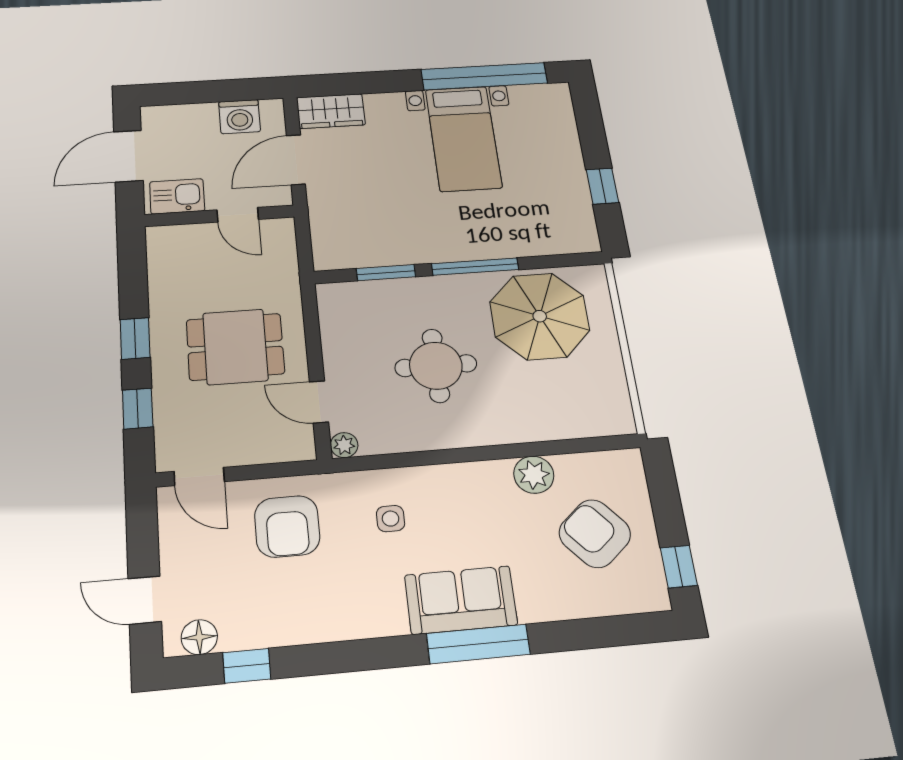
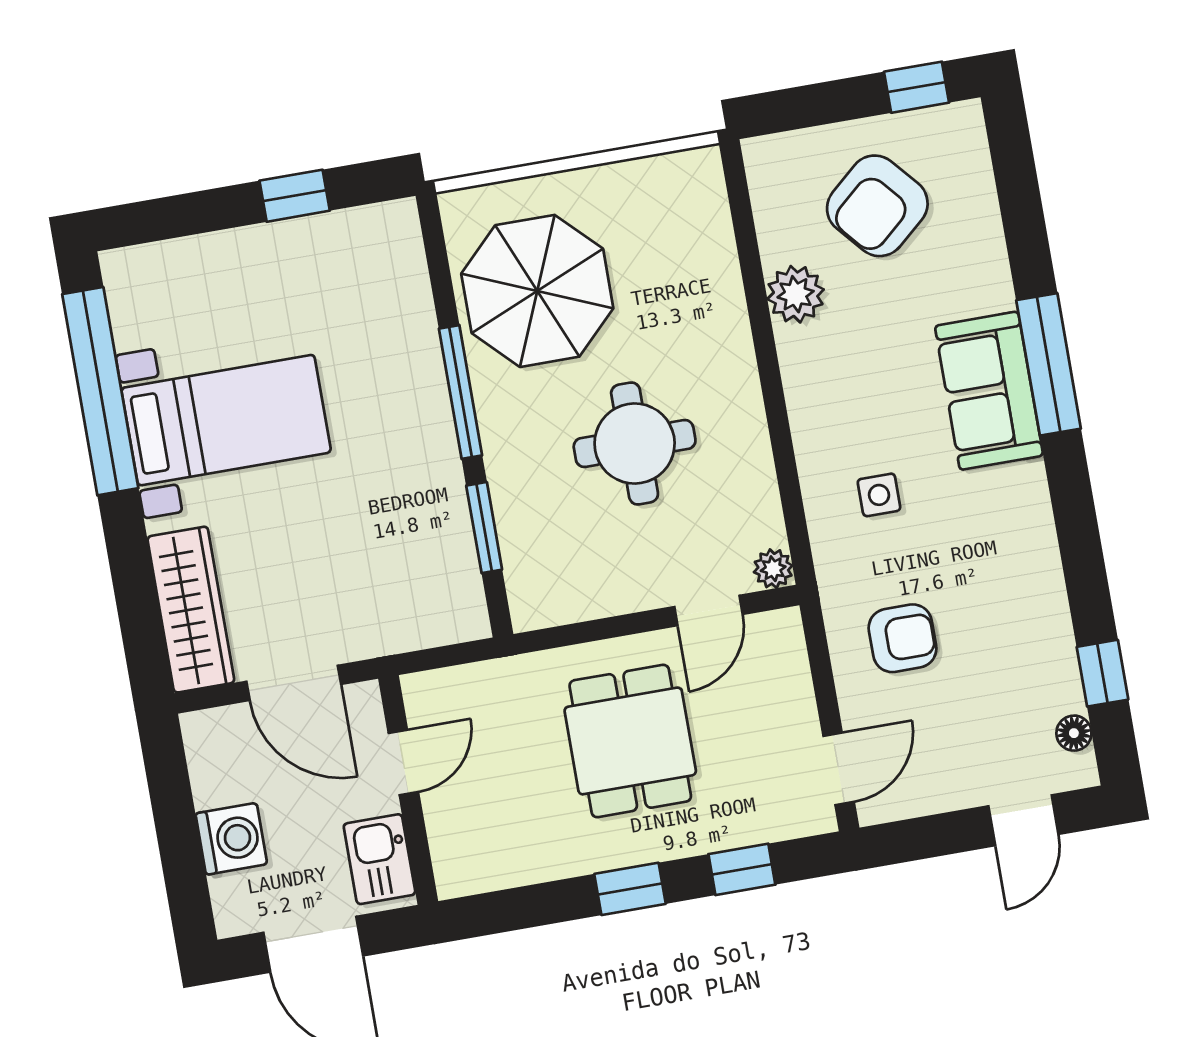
wardrobe: (331, 111) -> (191, 610), width x1.50
washing machine: (240, 117) -> (231, 839), moved
armchair: (287, 526) -> (902, 638), width x0.72, depth x0.72
floor lamp: (199, 637) -> (1074, 733), width x0.73, depth x0.73

